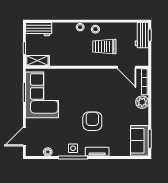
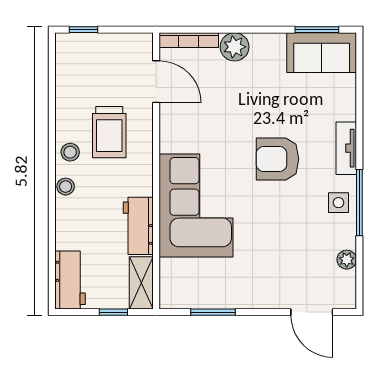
workbench: (142, 35) -> (138, 226), moved, turned 90
door: (127, 67) -> (156, 82), hinge flipped
corner sofa: (42, 95) -> (196, 206), moved, turned 90

